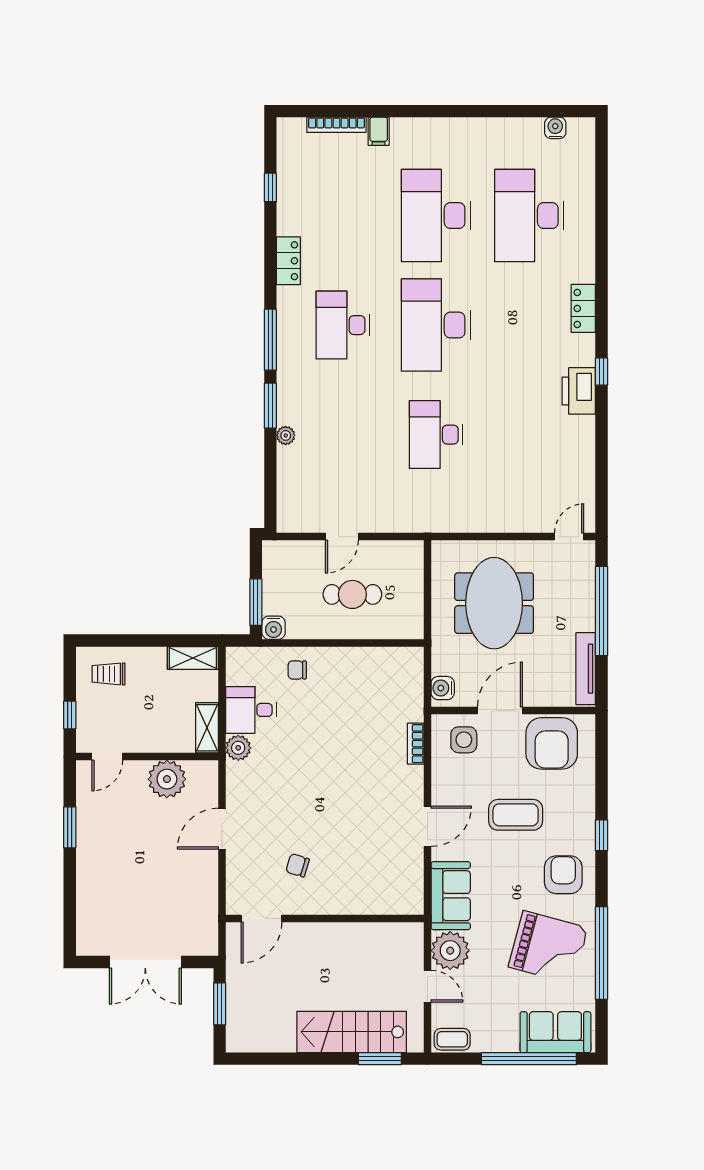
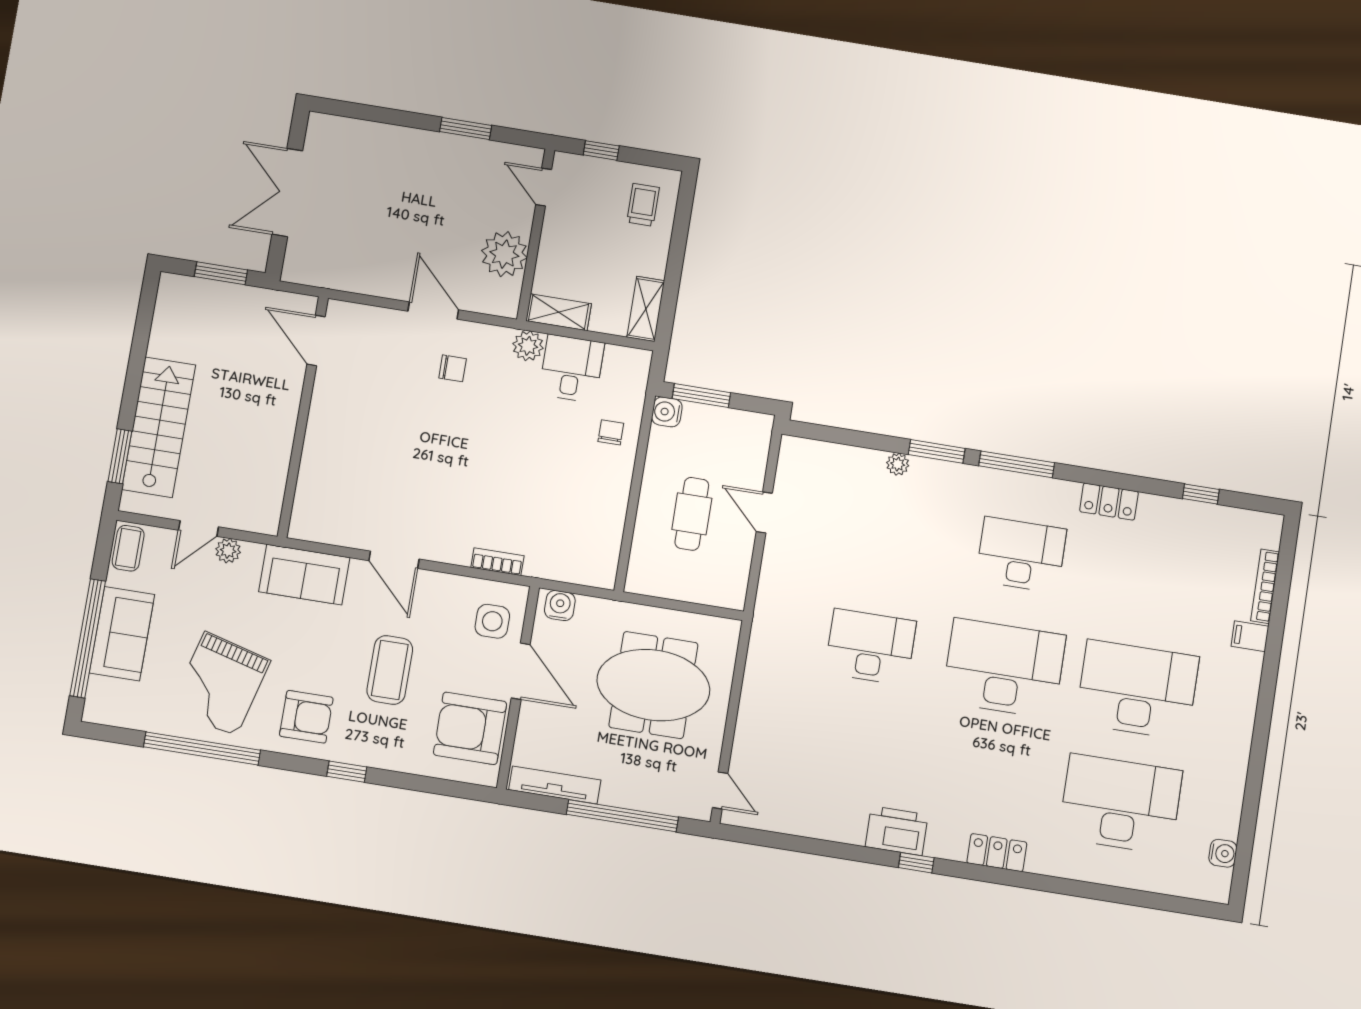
chair: (298, 865) -> (453, 368), moved, turned 73
plant: (450, 951) -> (228, 551), width x0.53, depth x0.53
sofa: (555, 1032) -> (122, 634), moved

